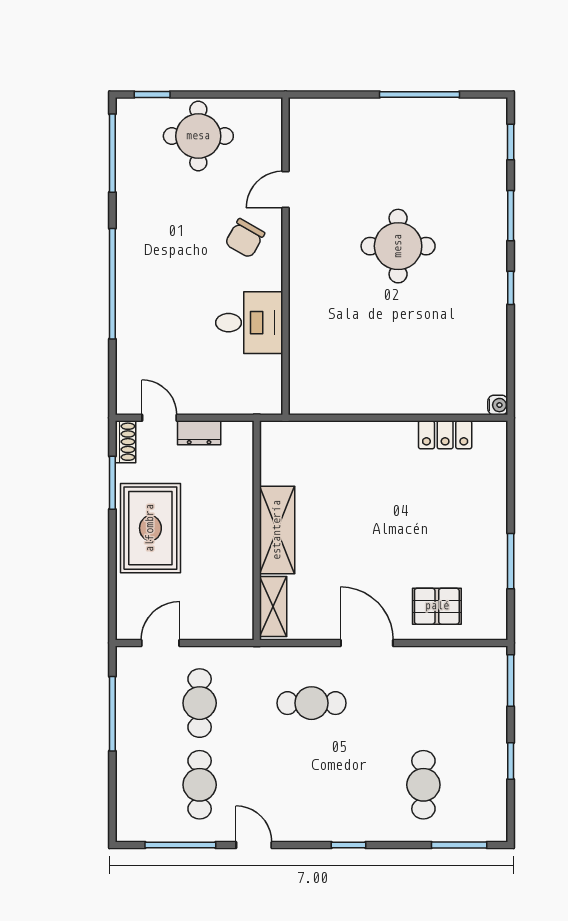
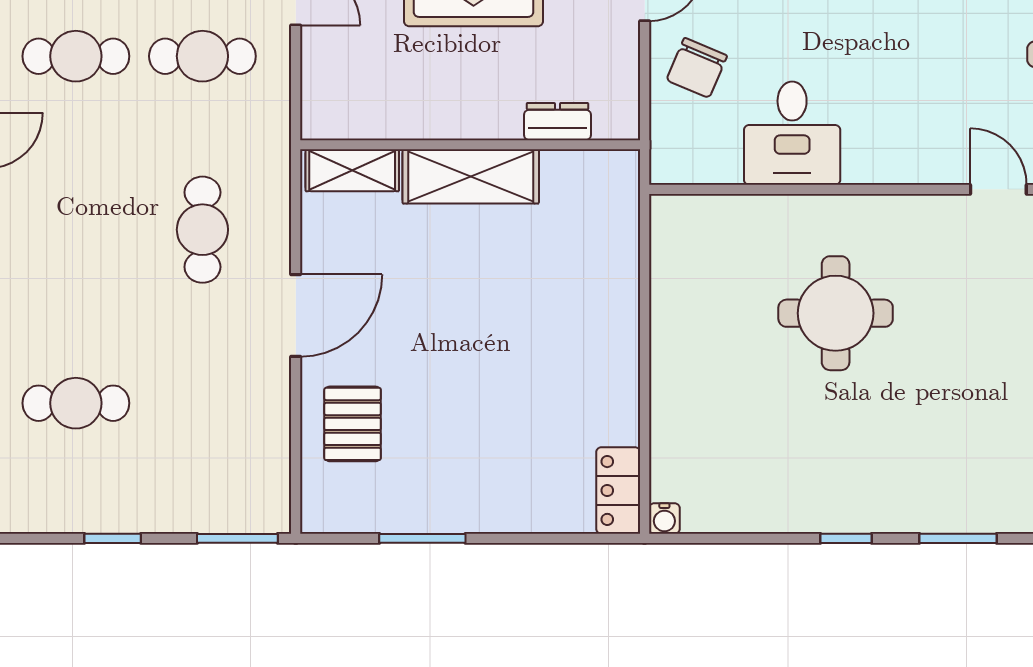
chair: (245, 238) -> (697, 68), moved, turned -97
round table: (398, 246) -> (836, 313), moved
dresser: (199, 433) -> (557, 122), moved, turned 90
locker: (445, 435) -> (618, 490), moved

